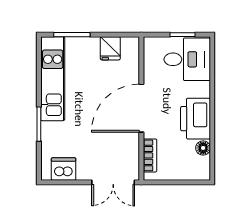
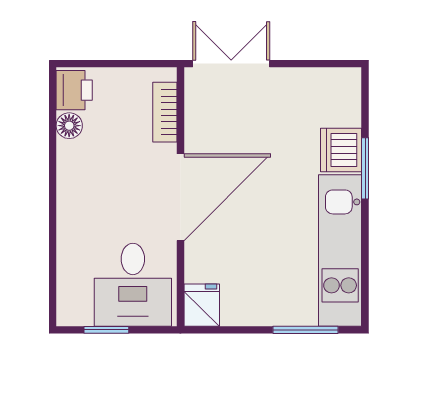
fridge: (110, 48) -> (202, 305), moved
desk: (187, 59) -> (133, 285), moved, turned -90
printer: (196, 119) -> (74, 90), moved, width x0.53, depth x0.68
dishwasher: (64, 169) -> (341, 150), moved, turned 90

